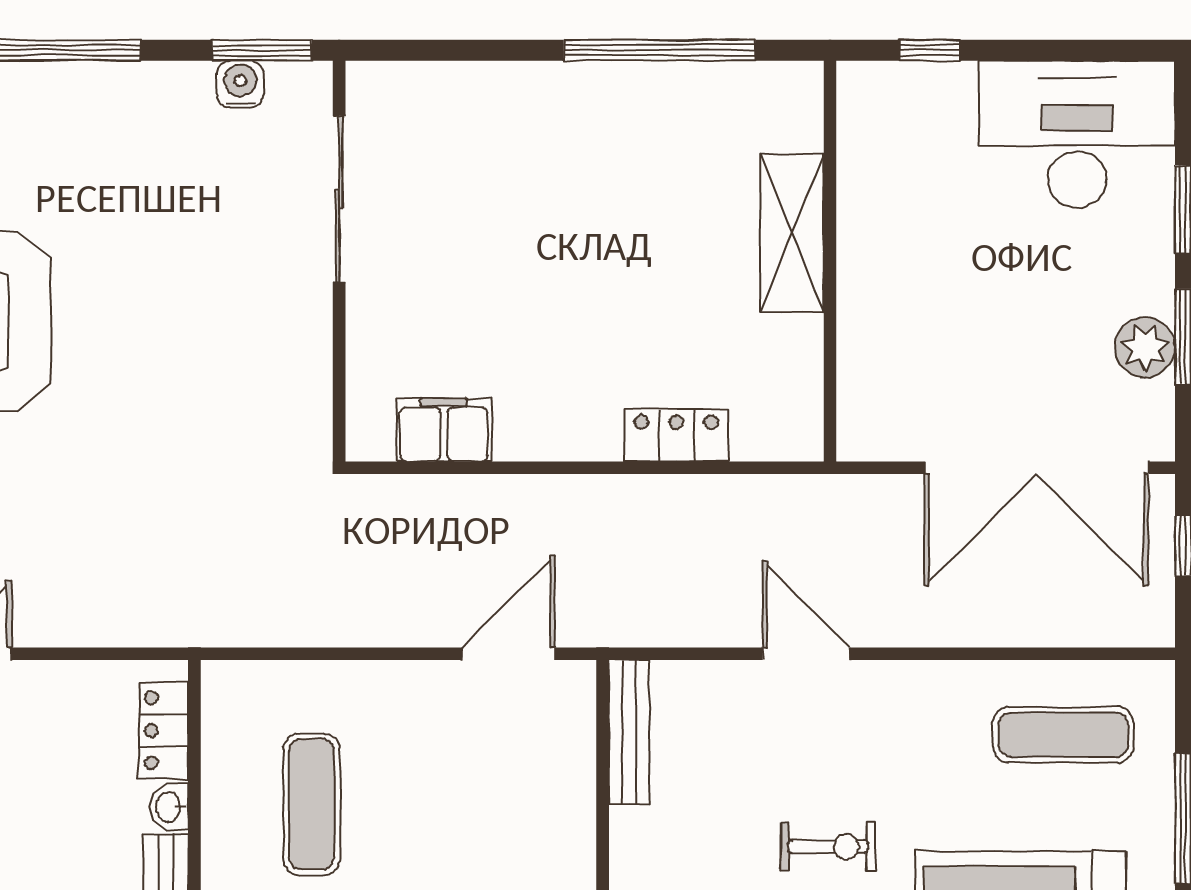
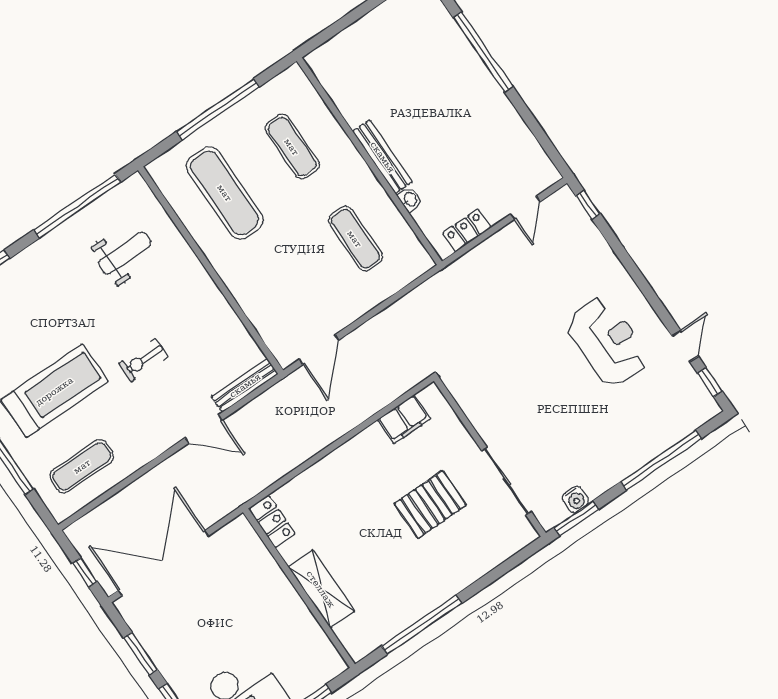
pallet: (500, 250) -> (430, 504), added
plant: (1145, 347) -> (153, 639), removed
locker: (676, 435) -> (272, 522), moved, turned -90
locker: (164, 730) -> (467, 230), moved, turned -90
bench: (629, 732) -> (245, 385), moved, turned 90

